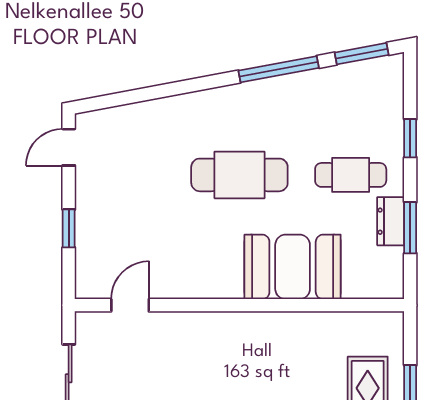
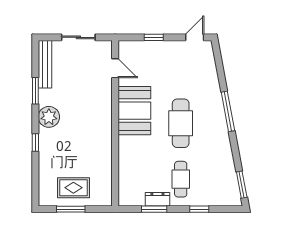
window: (279, 69) -> (228, 111), moved
door: (69, 147) -> (195, 37), hinge flipped
booth: (293, 267) -> (134, 111), moved

